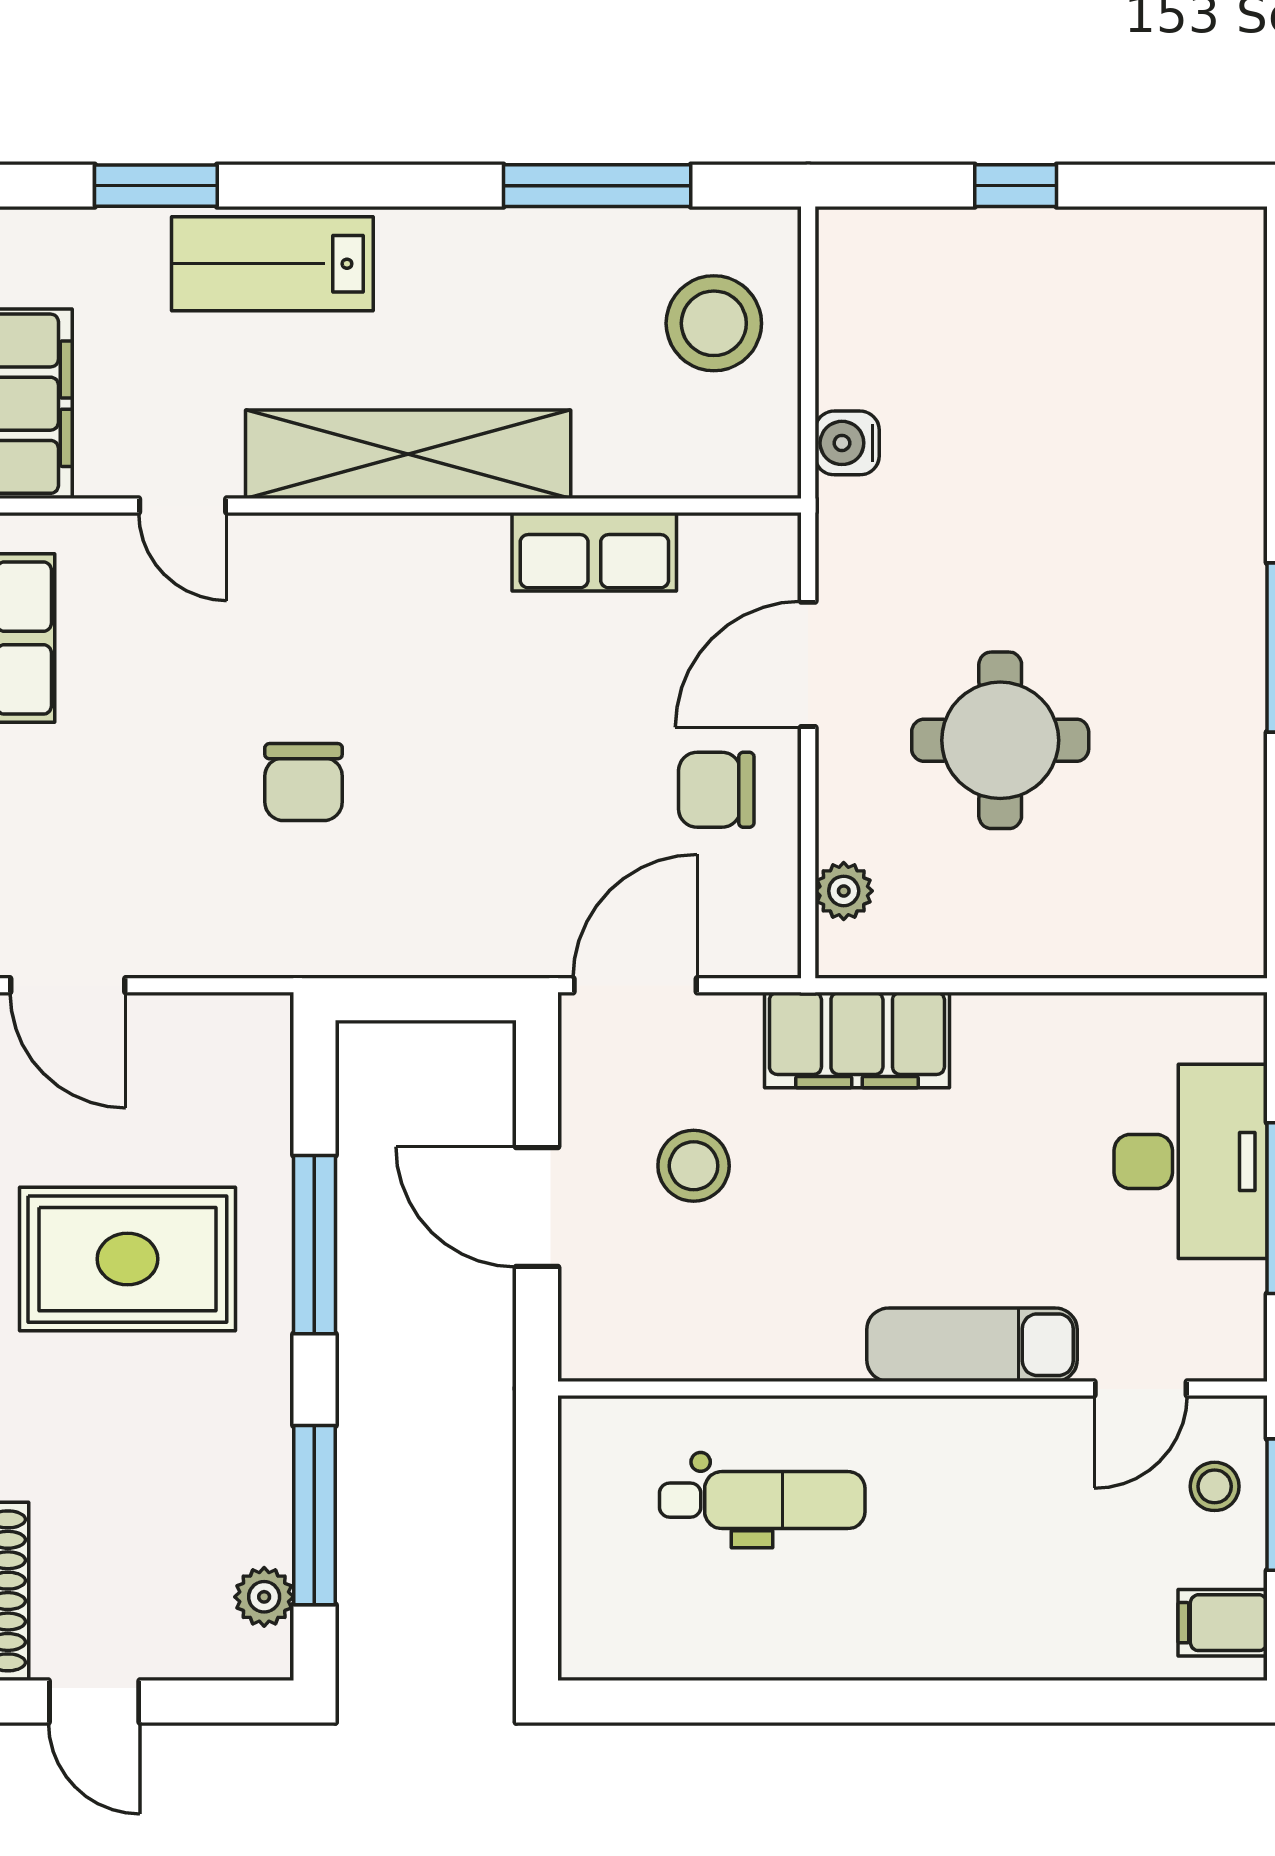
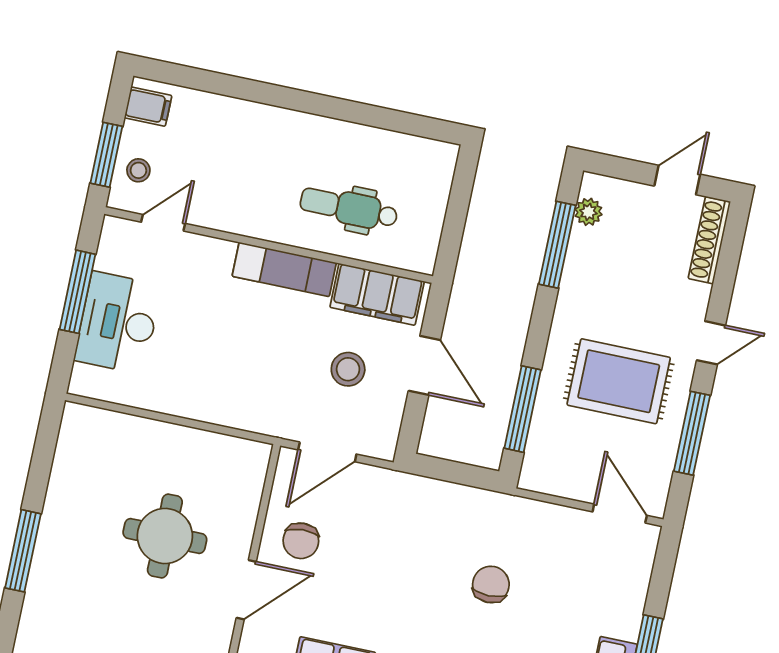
chair: (716, 790) -> (301, 541), turned 88
plant: (844, 891) -> (252, 482), removed
door: (635, 985) -> (327, 452), moved
filing cabinet: (857, 1040) -> (377, 294), moved, turned 180
window: (314, 1245) -> (523, 409), moved
exam couch: (972, 1345) -> (284, 269), moved
door: (94, 1701) -> (677, 180), hinge flipped

